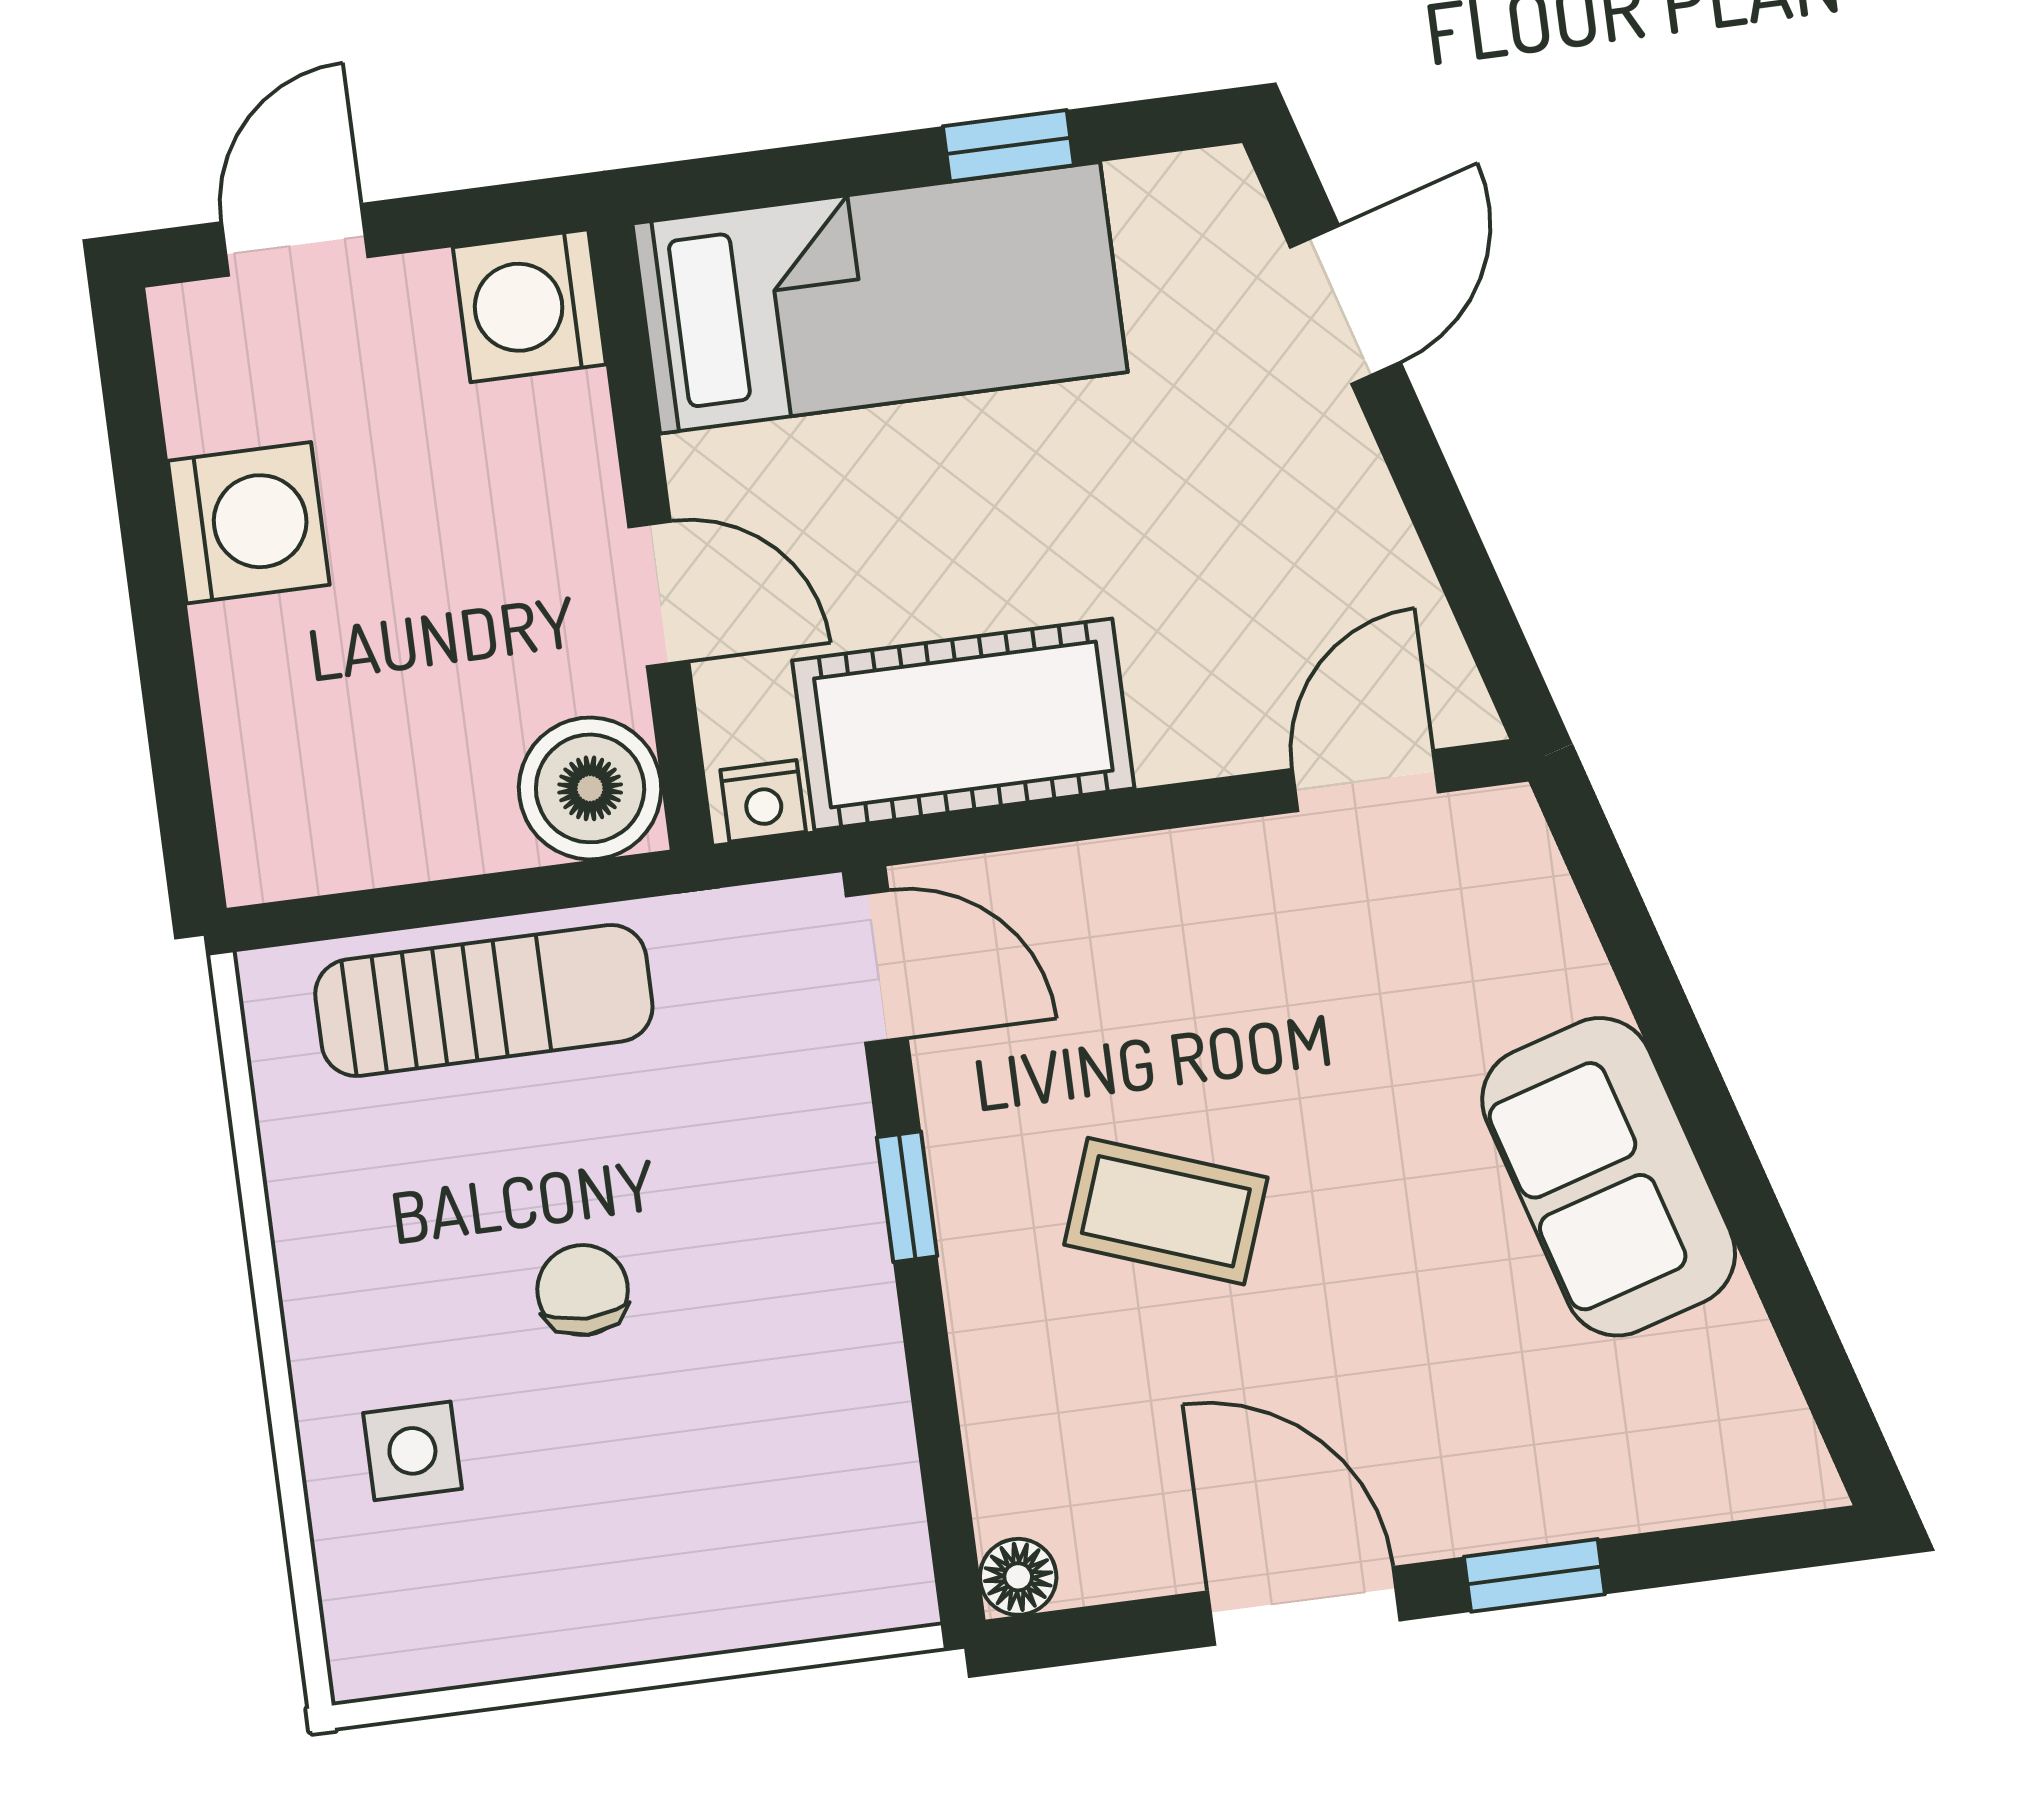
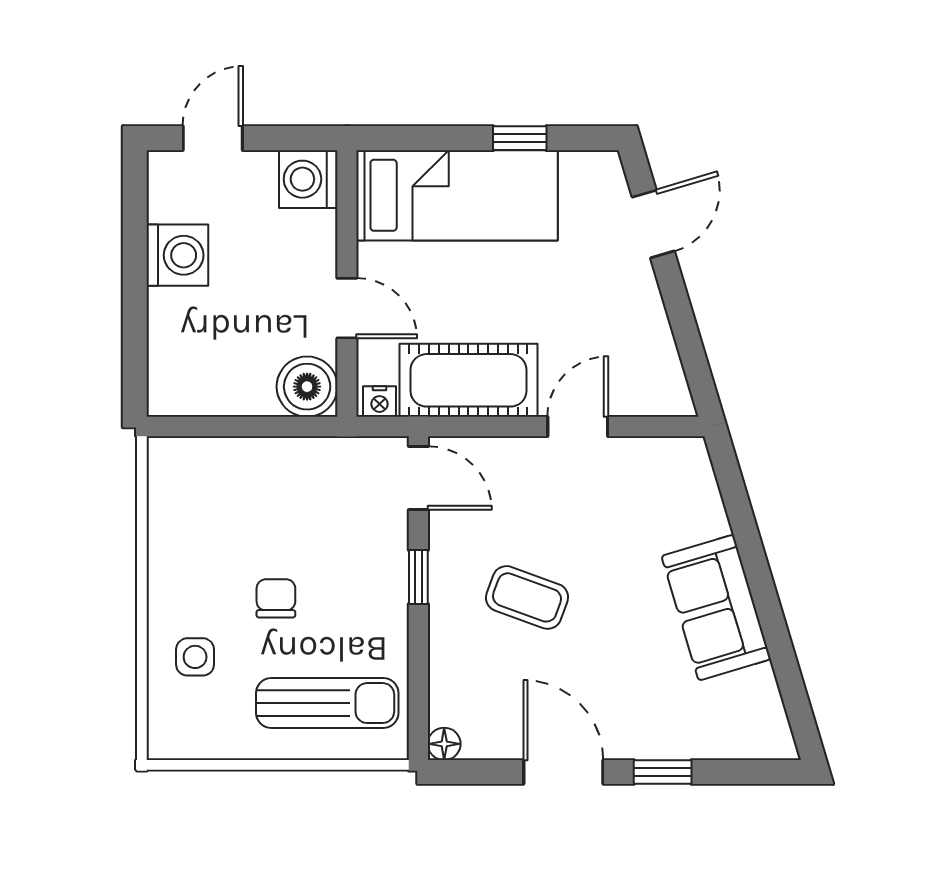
door: (1365, 781) -> (578, 426), moved
sun lounger: (484, 1001) -> (327, 703), moved

